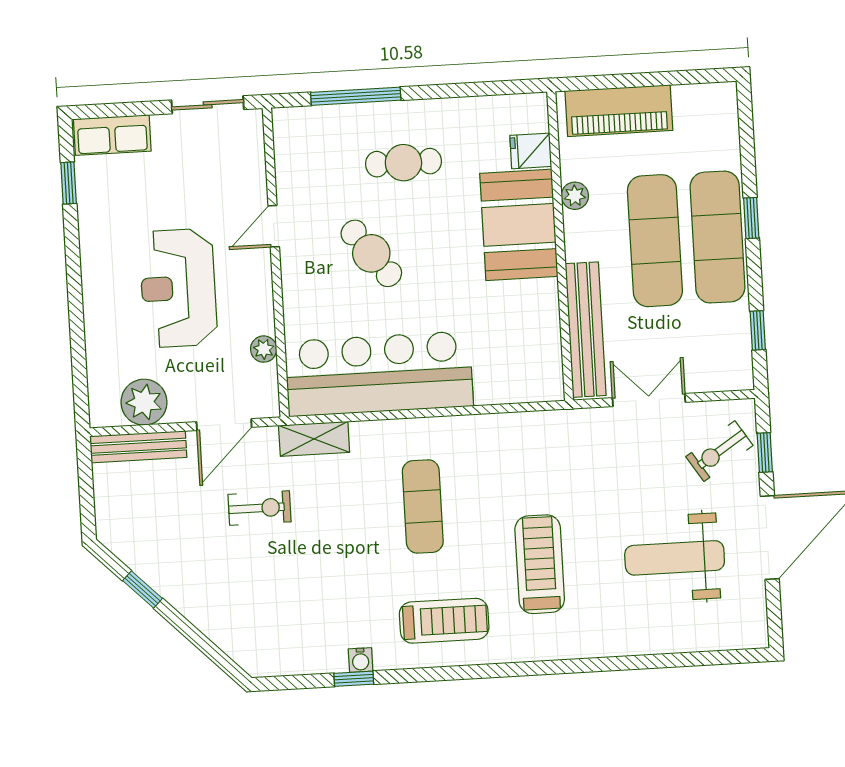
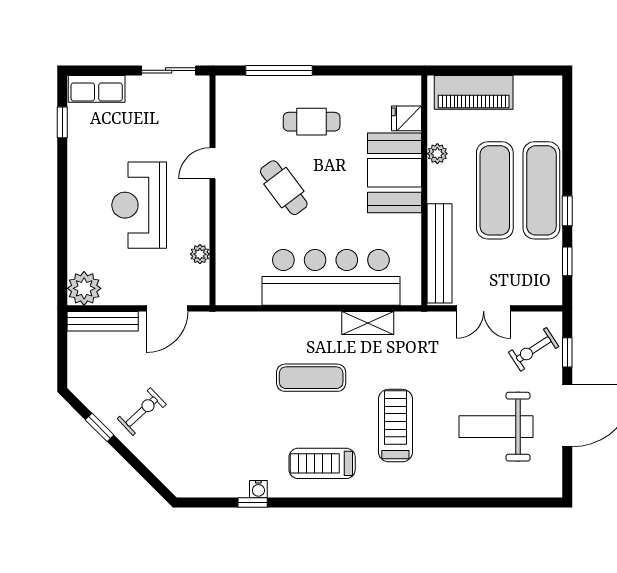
window: (751, 218) -> (567, 211), moved
bar counter: (379, 374) -> (331, 277), moved
double door: (649, 400) -> (484, 308), swing flipped
plant: (144, 402) -> (84, 288), moved
shelving: (314, 439) -> (368, 323), moved
exercise mat: (423, 506) -> (311, 378), turned 90
exercise bike: (260, 508) -> (142, 412), moved, turned -43
treadmill: (444, 621) -> (322, 463), turned 180

